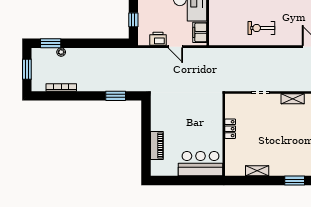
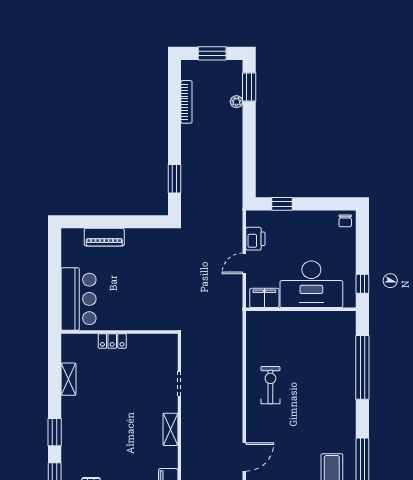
locker: (230, 129) -> (112, 341), moved

